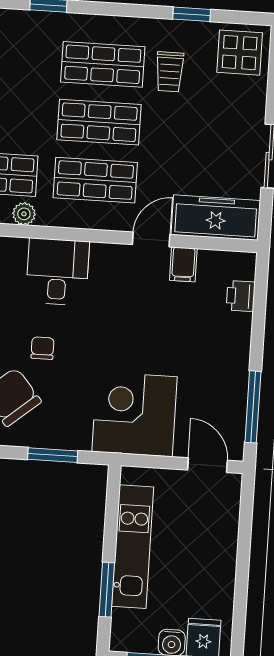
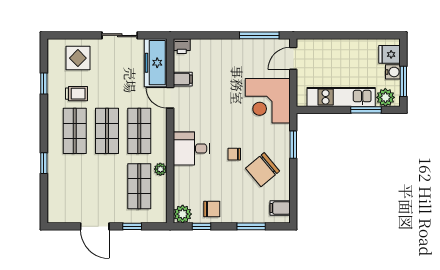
display table: (240, 53) -> (78, 58), moved
printer: (241, 296) -> (182, 46), moved
plant: (127, 626) -> (385, 97), added

